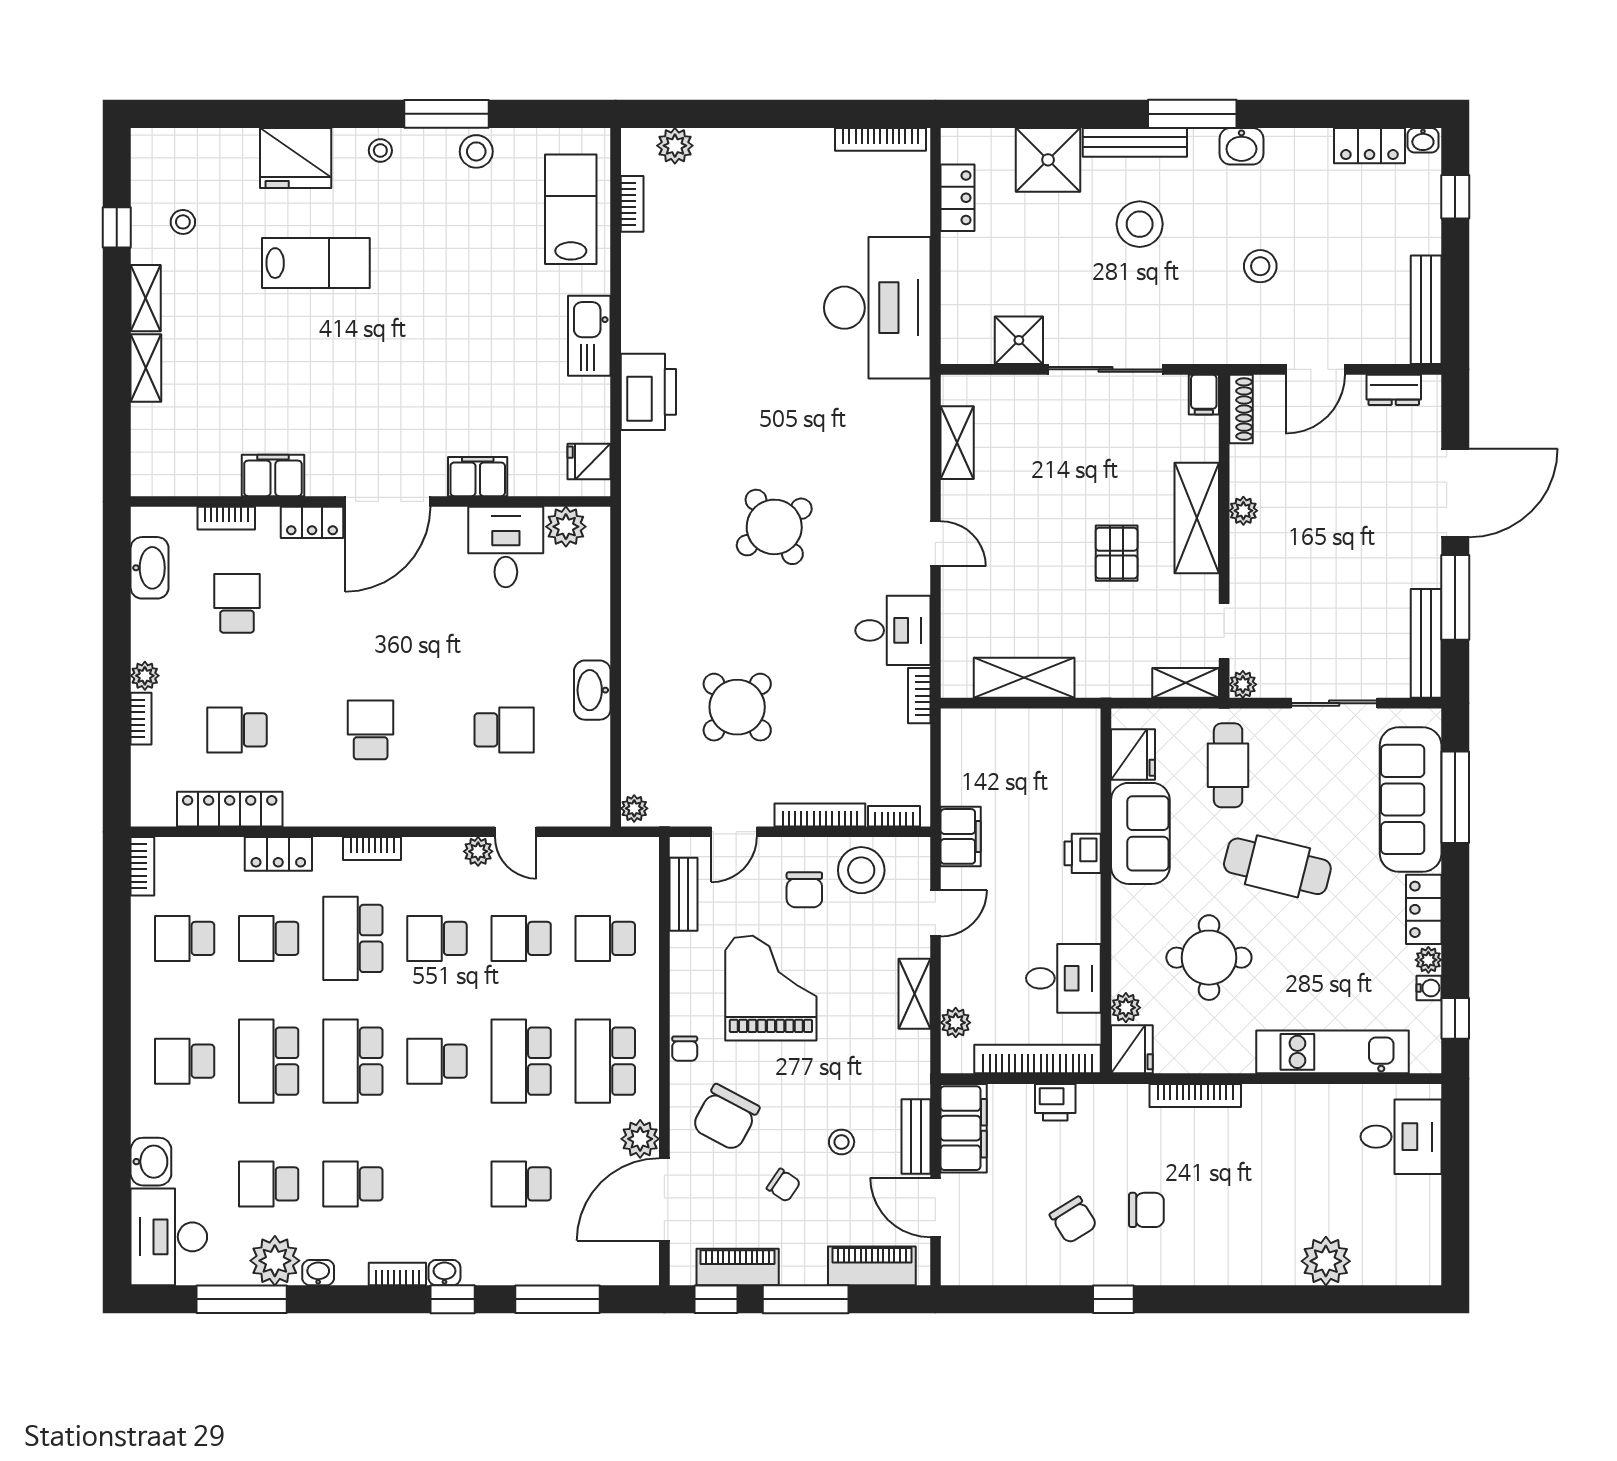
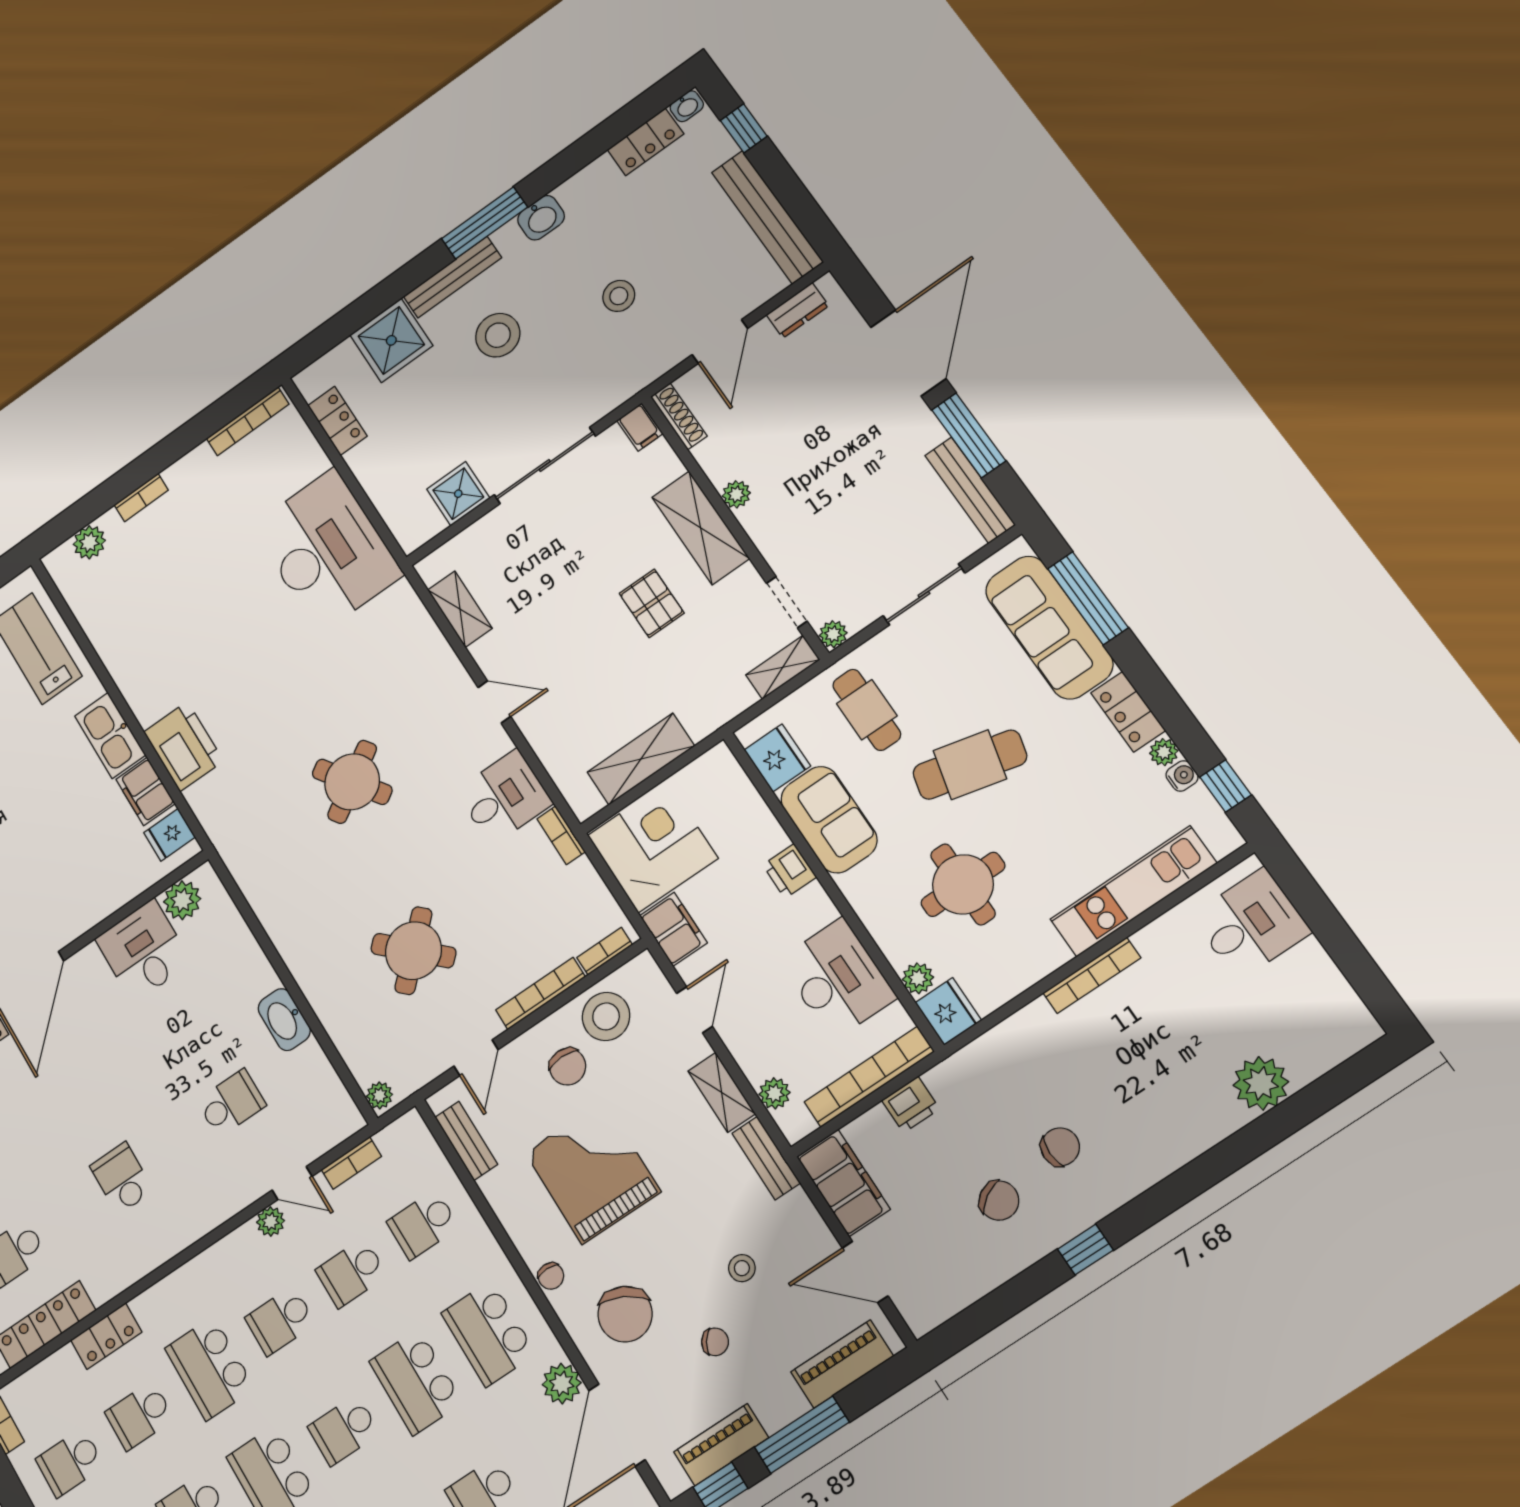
bookcase: (632, 204) -> (141, 498), moved, turned 90
bench: (1426, 310) -> (767, 217), width x1.37, depth x1.21
filing cabinet: (478, 477) -> (145, 792), moved, turned -90
corner desk: (987, 757) -> (653, 847), added
bookcase: (372, 848) -> (351, 1163), moved
desk: (1063, 978) -> (837, 979), width x1.37
bookcase: (1195, 1095) -> (1092, 975), moved
bench: (916, 1137) -> (766, 1158), moved

